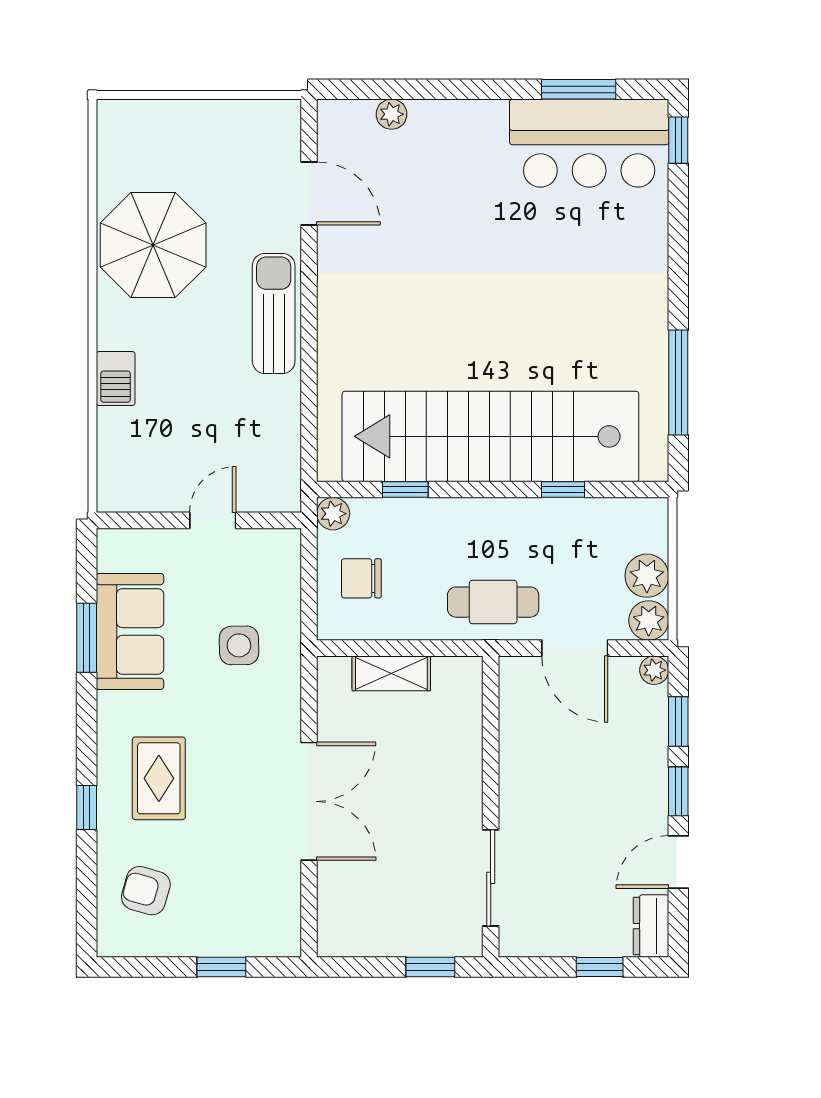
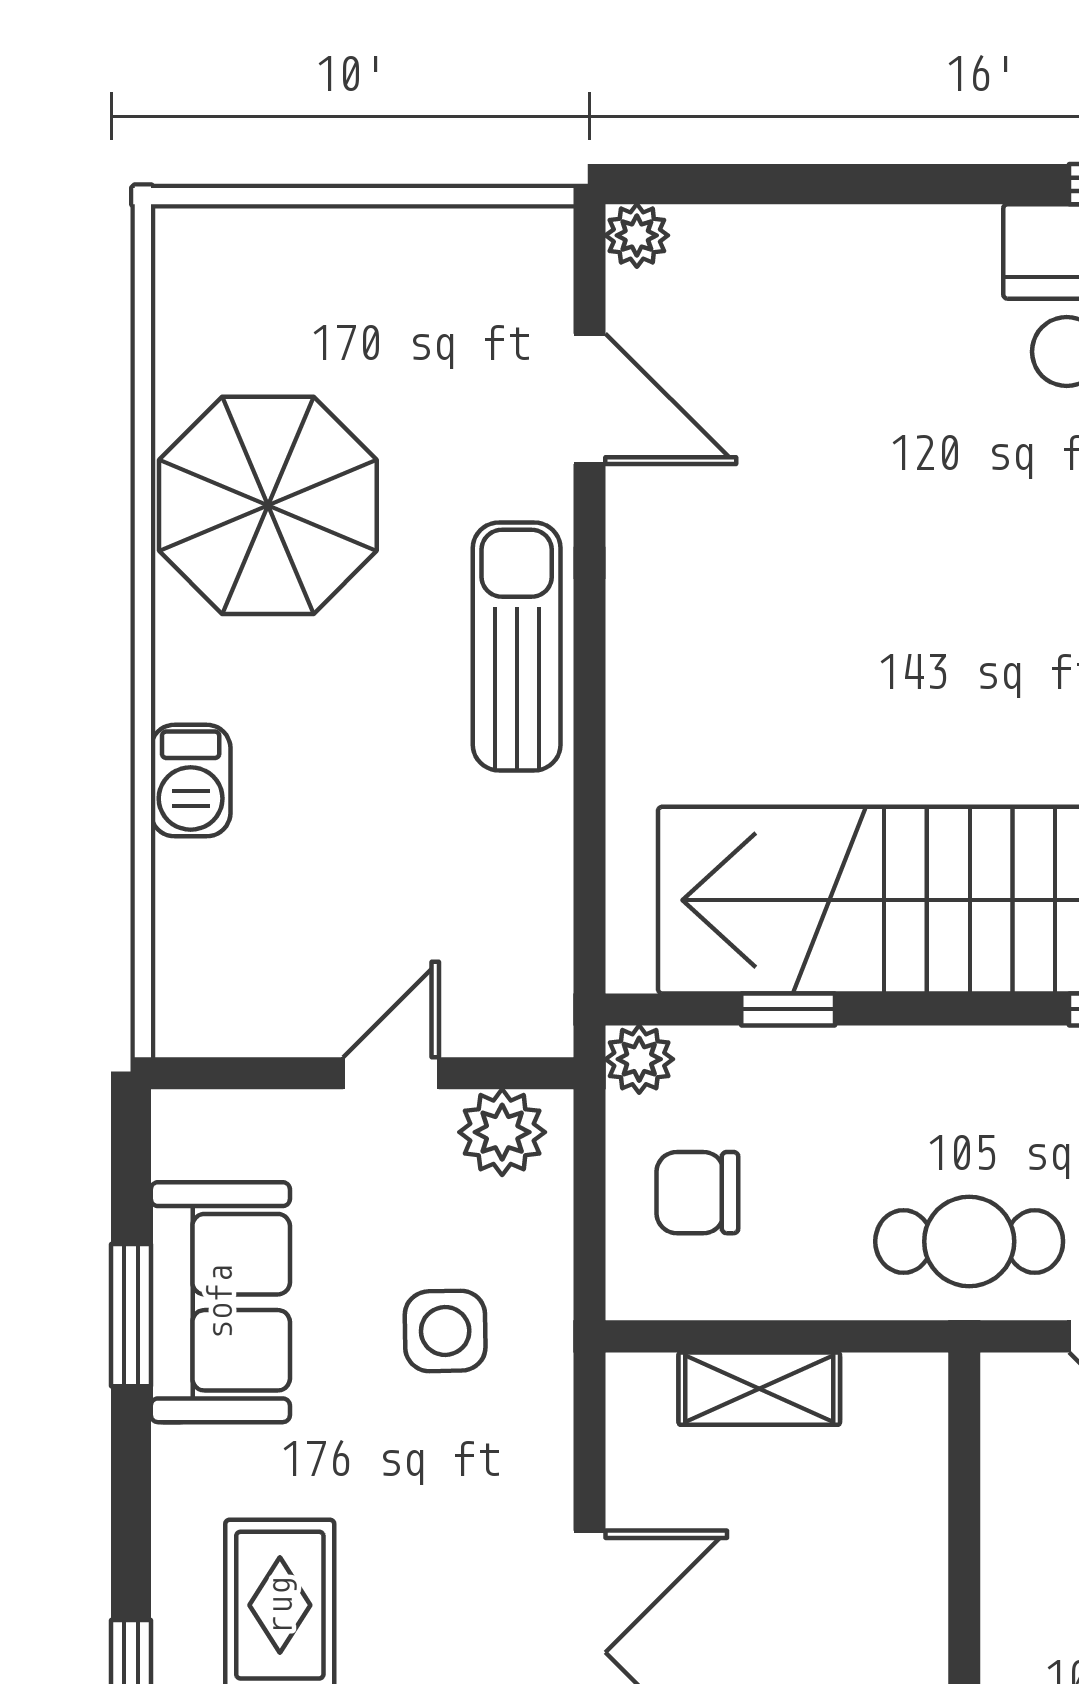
plant: (391, 114) -> (637, 235), moved
plant: (267, 549) -> (502, 1132), added

